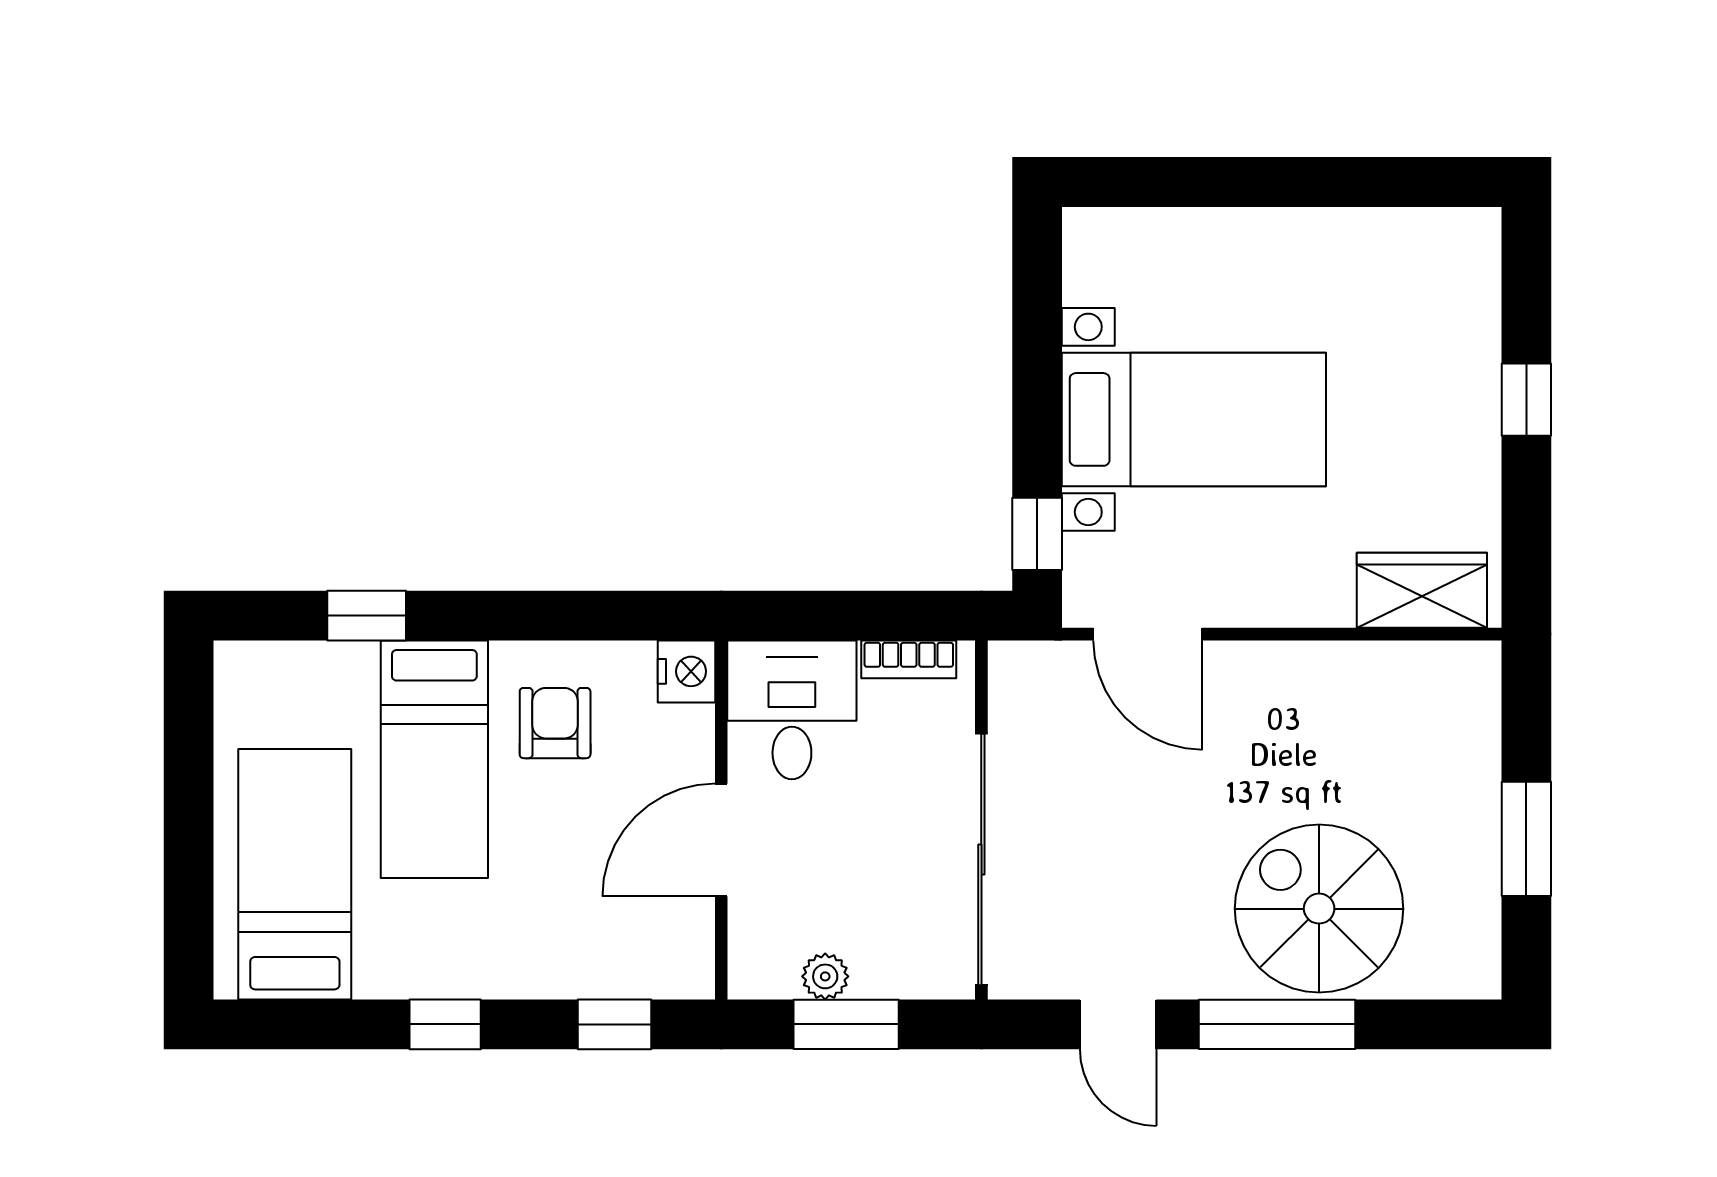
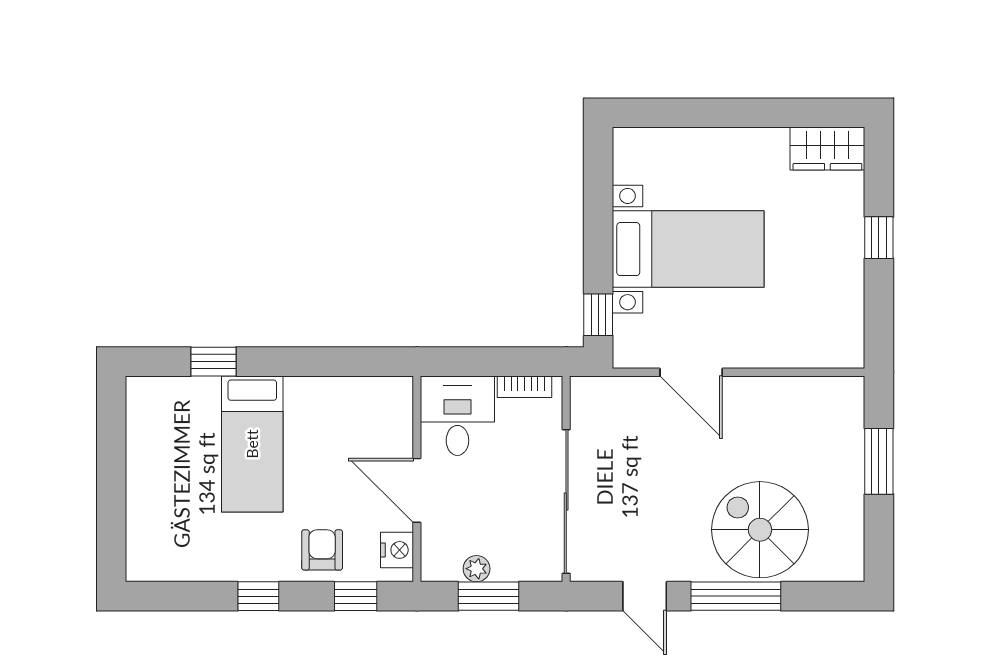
wardrobe: (1422, 590) -> (827, 149), moved, turned 180
door: (1148, 634) -> (691, 372), moved
nightstand: (686, 671) -> (397, 550), moved
armchair: (555, 723) -> (322, 550), moved
window: (1526, 839) -> (879, 461), moved
door: (721, 840) -> (417, 490), hinge flipped
bed: (295, 874) -> (172, 510), removed

